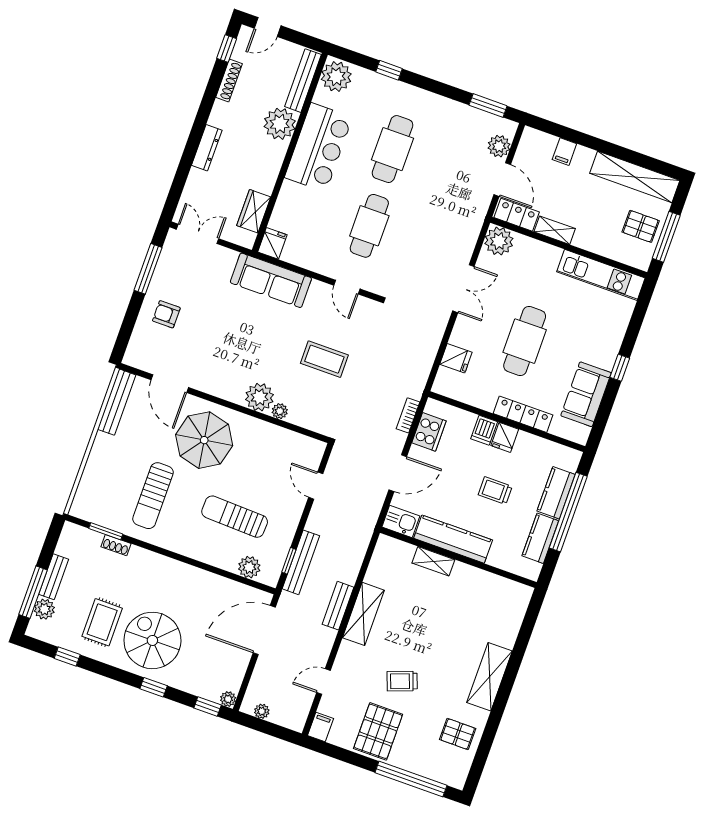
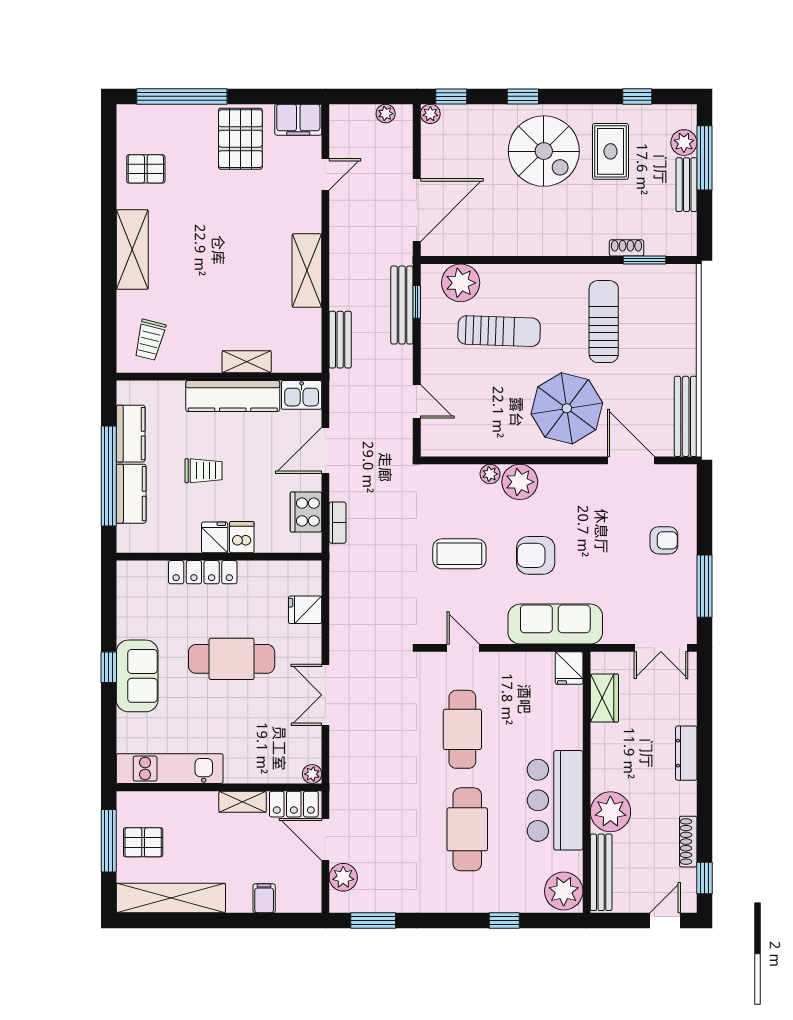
plant: (499, 241) -> (312, 774), width x0.53, depth x0.53
armchair: (267, 337) -> (536, 555), added
cafe table: (525, 341) -> (232, 659), turned 90
sofa: (586, 394) -> (137, 676), moved
plant: (249, 567) -> (461, 283), width x1.36, depth x1.36
bench: (338, 606) -> (340, 340), moved
trolley: (402, 681) -> (150, 340), moved, turned 124
filing cabinet: (320, 727) -> (298, 120), width x2.00

